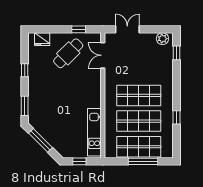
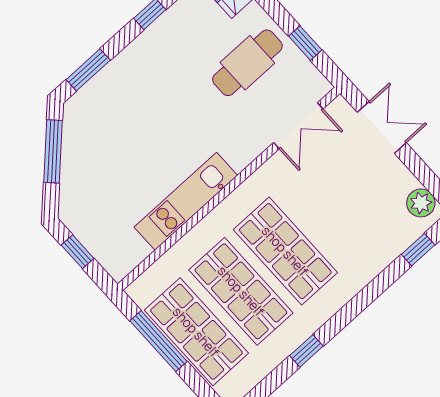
cafe table: (68, 53) -> (247, 63), turned -45
double door: (103, 55) -> (298, 126), swing flipped
kitchen unit: (94, 132) -> (186, 201), moved
window: (143, 161) -> (159, 341), moved

